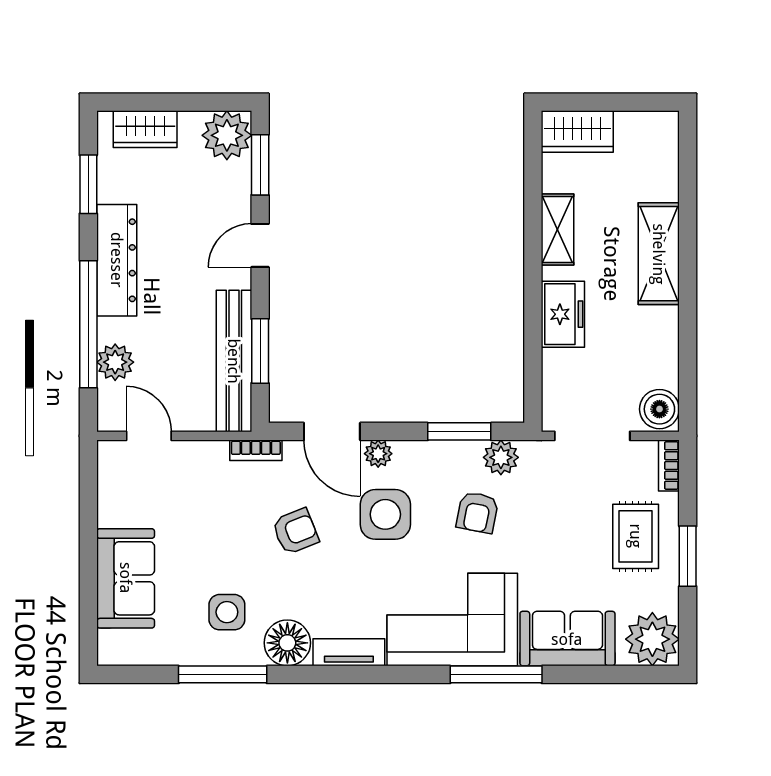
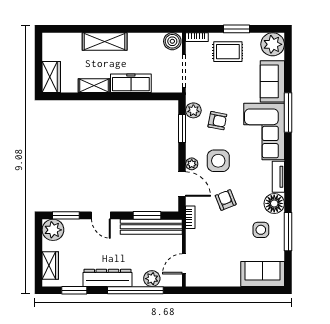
freezer: (563, 314) -> (131, 83), width x1.40
door: (332, 431) -> (182, 184), hinge flipped
sofa: (126, 578) -> (263, 274), moved

